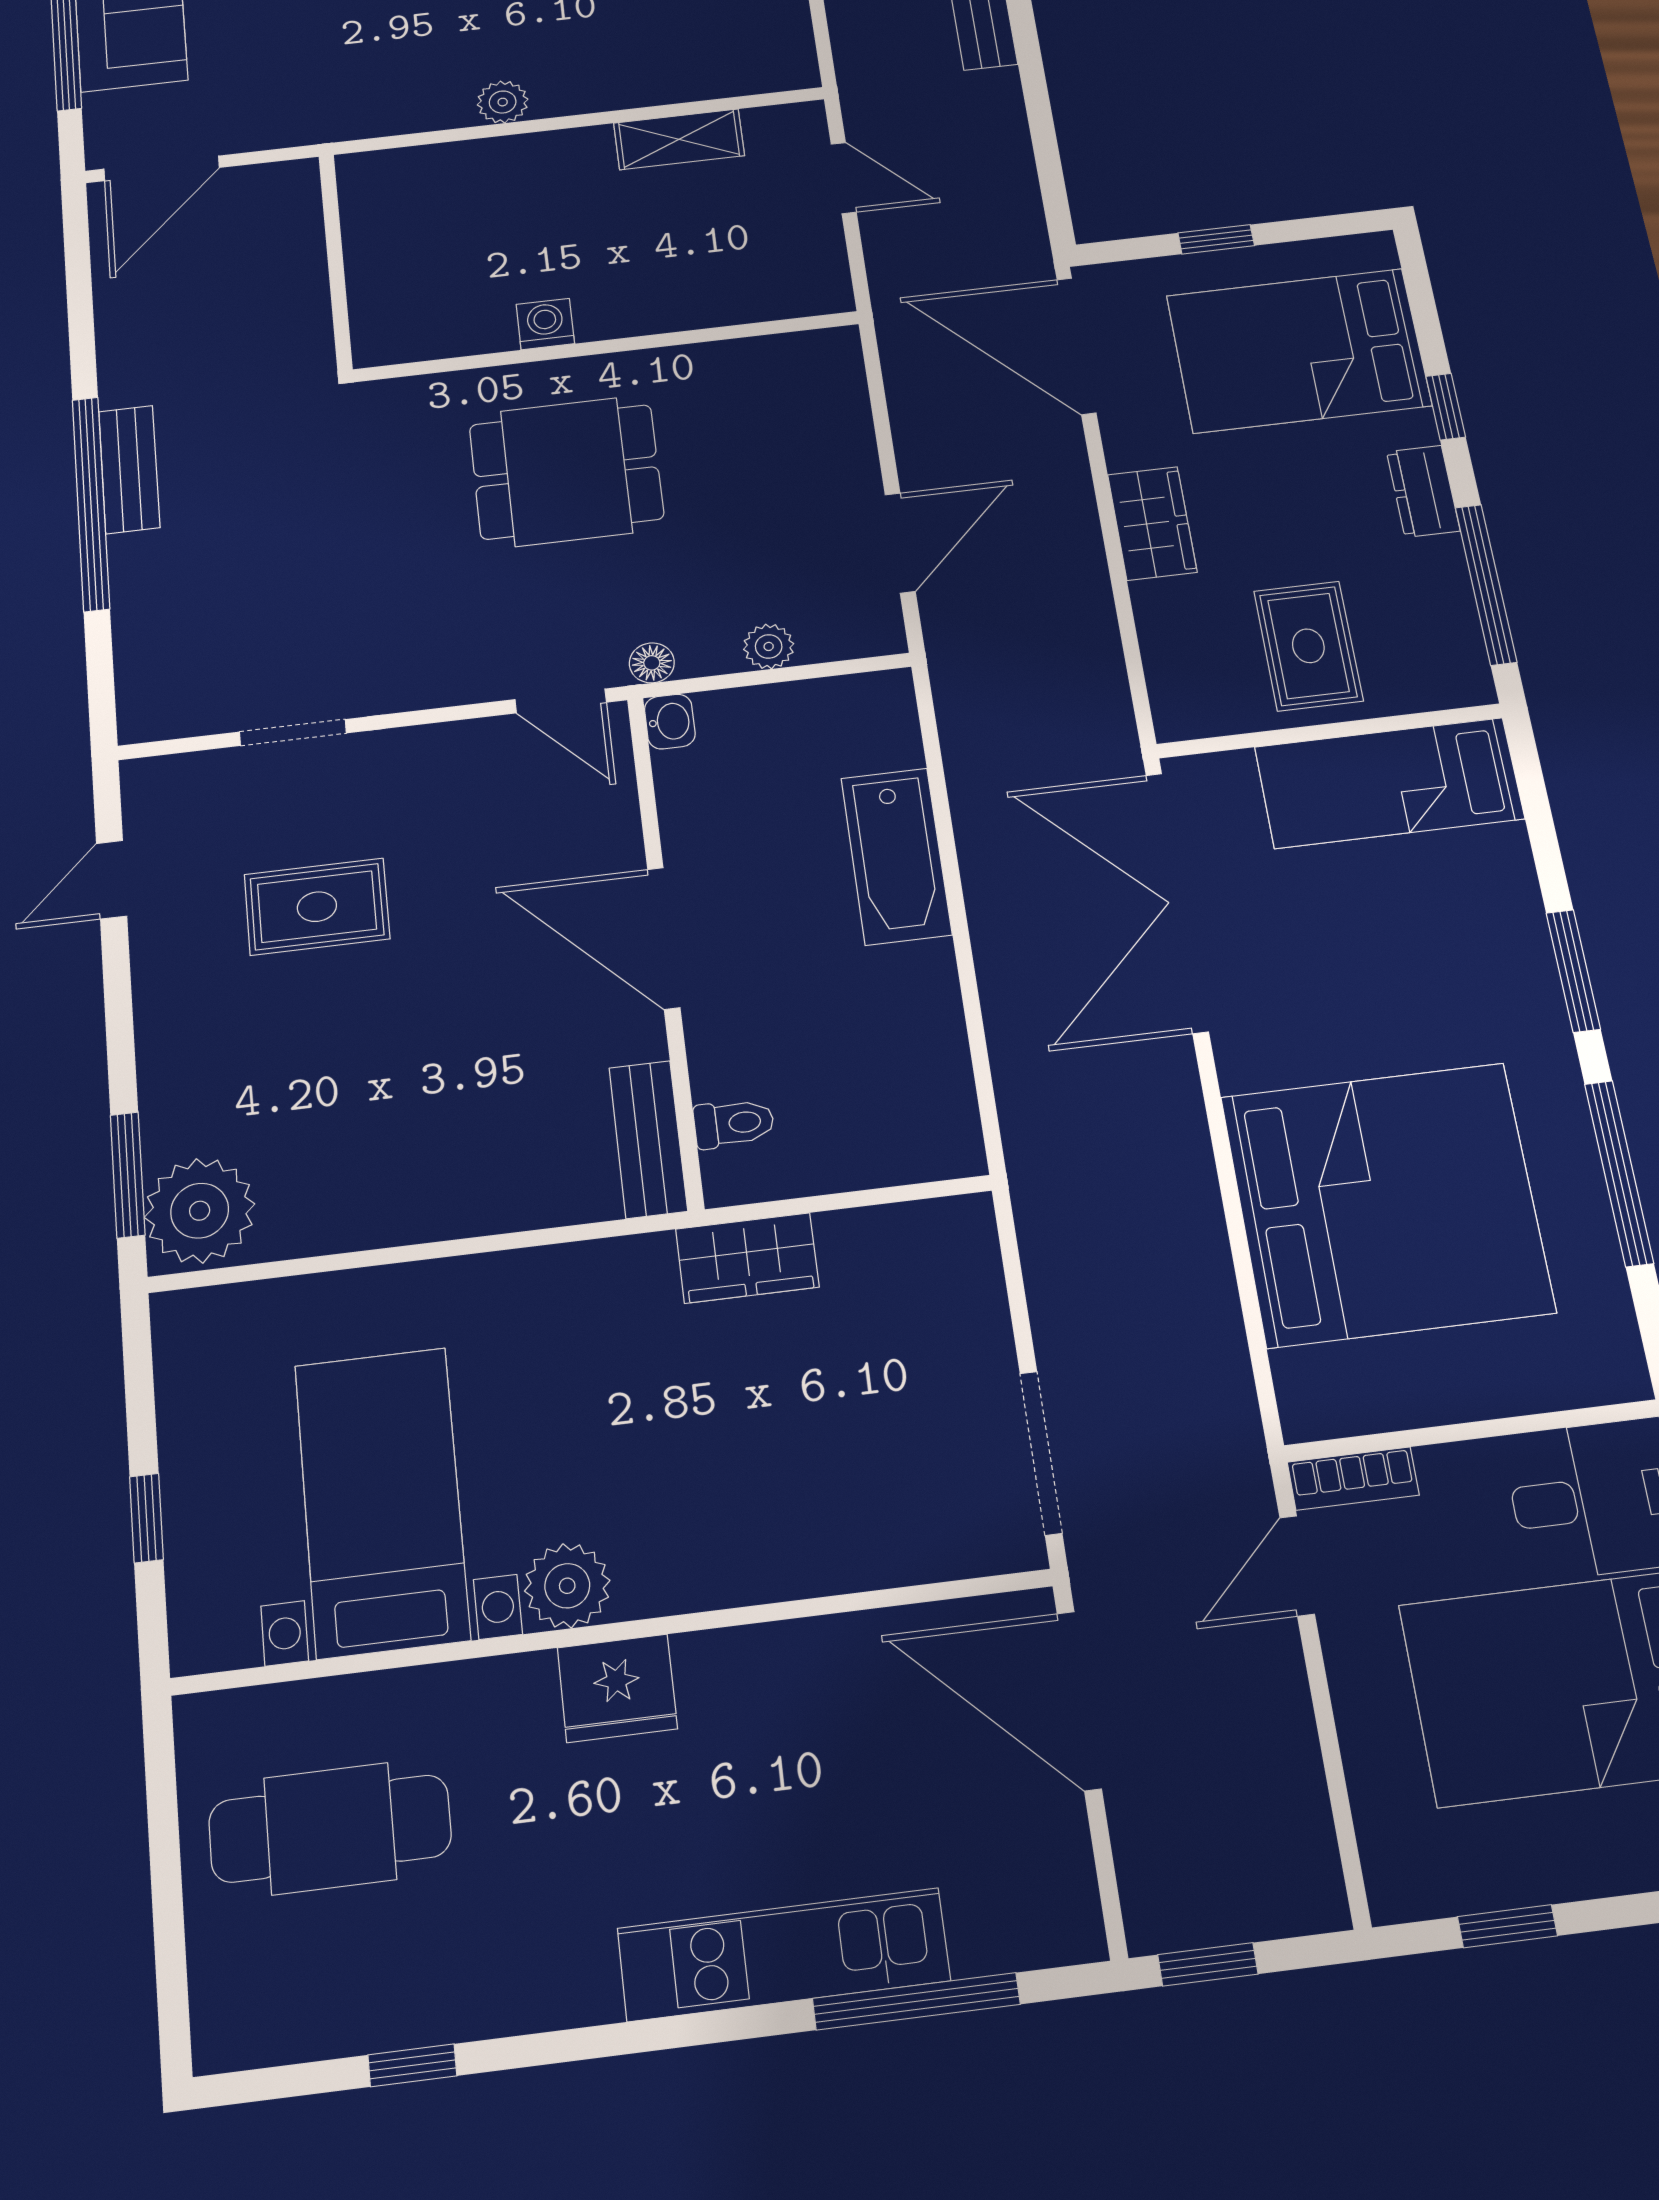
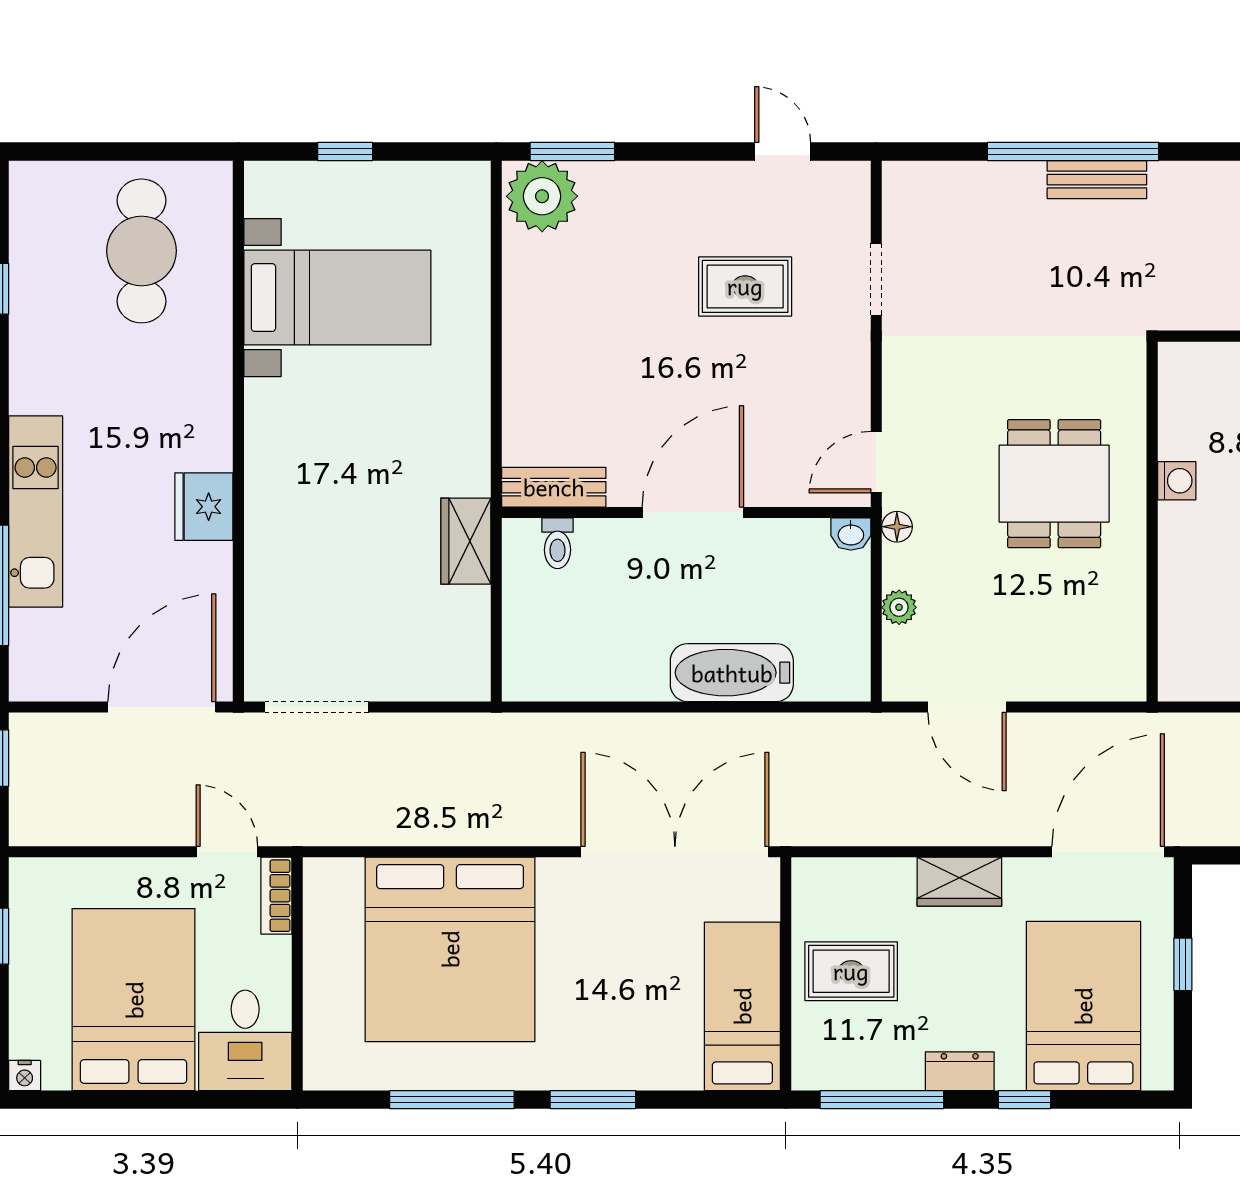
rug: (317, 907) -> (745, 286), turned 90
plant: (567, 1586) -> (270, 407), removed
fridge: (617, 1688) -> (204, 507), moved

